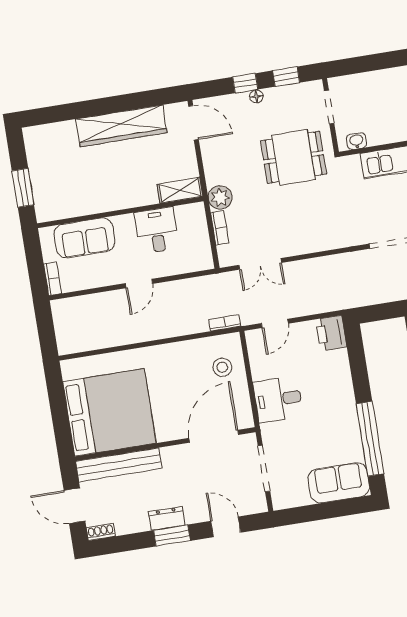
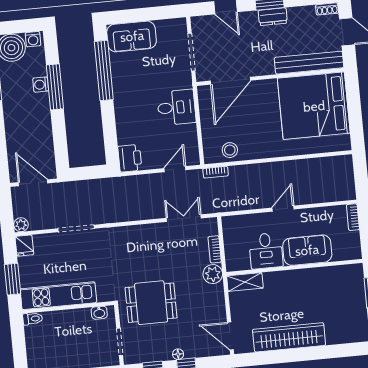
sofa: (84, 238) -> (307, 250), moved
stool: (222, 367) -> (230, 150), moved

